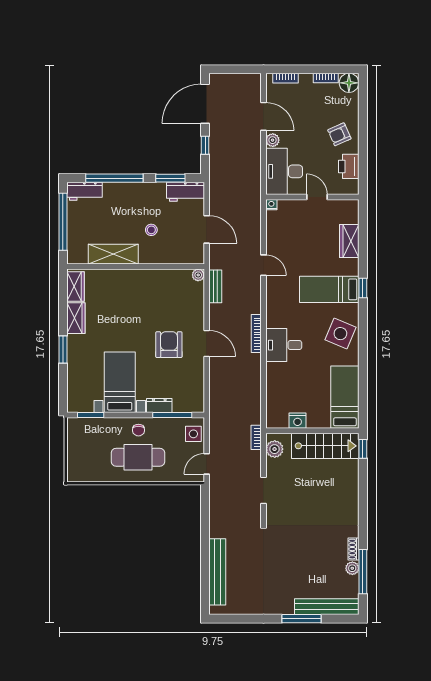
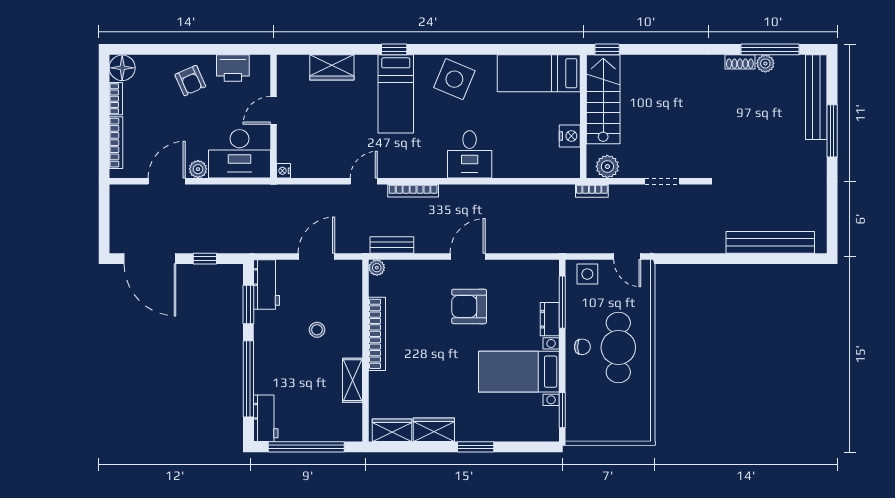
bookcase: (285, 78) -> (116, 143), width x1.56
shelving: (113, 254) -> (353, 380), width x0.67, depth x0.75
bookcase: (148, 275) -> (377, 334), added
bookcase: (256, 334) -> (413, 191), moved

